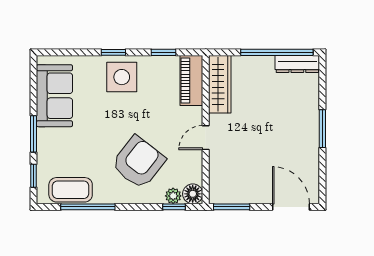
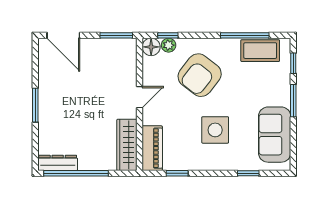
window: (113, 52) -> (248, 173), moved
side table: (122, 77) -> (215, 130), moved

